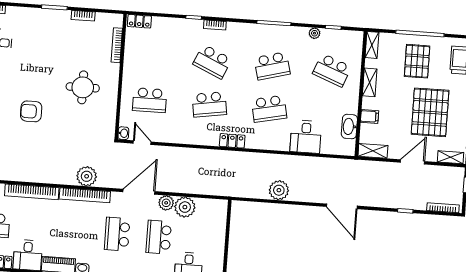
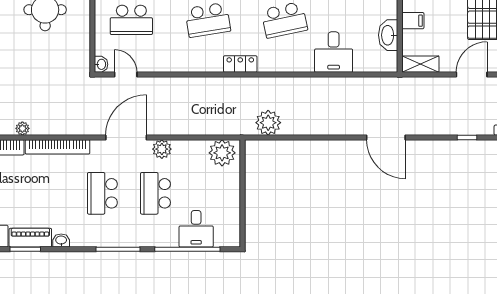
plant: (87, 176) -> (22, 128), moved, width x0.53, depth x0.53
plant: (279, 190) -> (268, 123), moved
plant: (185, 207) -> (222, 153), moved

